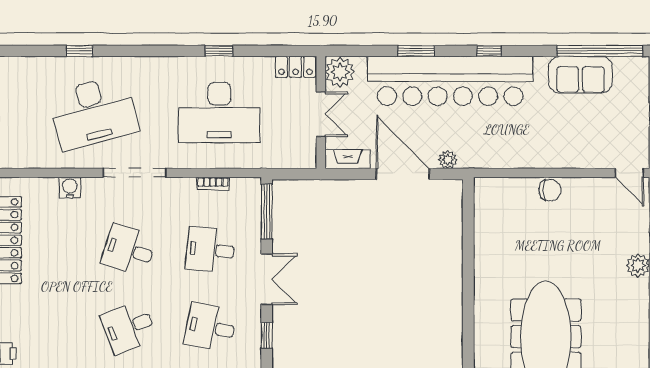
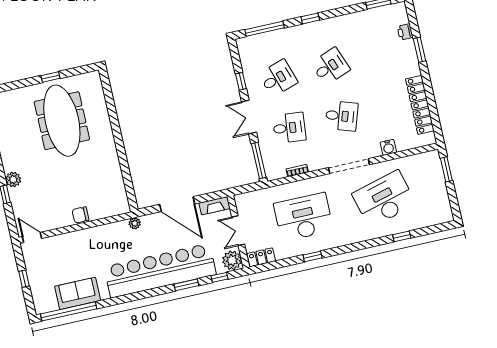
window: (489, 51) -> (220, 277), moved
plant: (448, 160) -> (135, 223), moved
desk: (210, 327) -> (278, 78), turned -30

